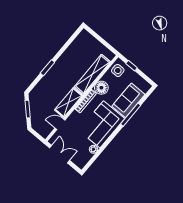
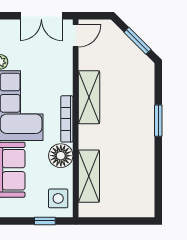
shelving: (92, 74) -> (89, 176), width x0.68
door: (60, 124) -> (76, 36), moved

